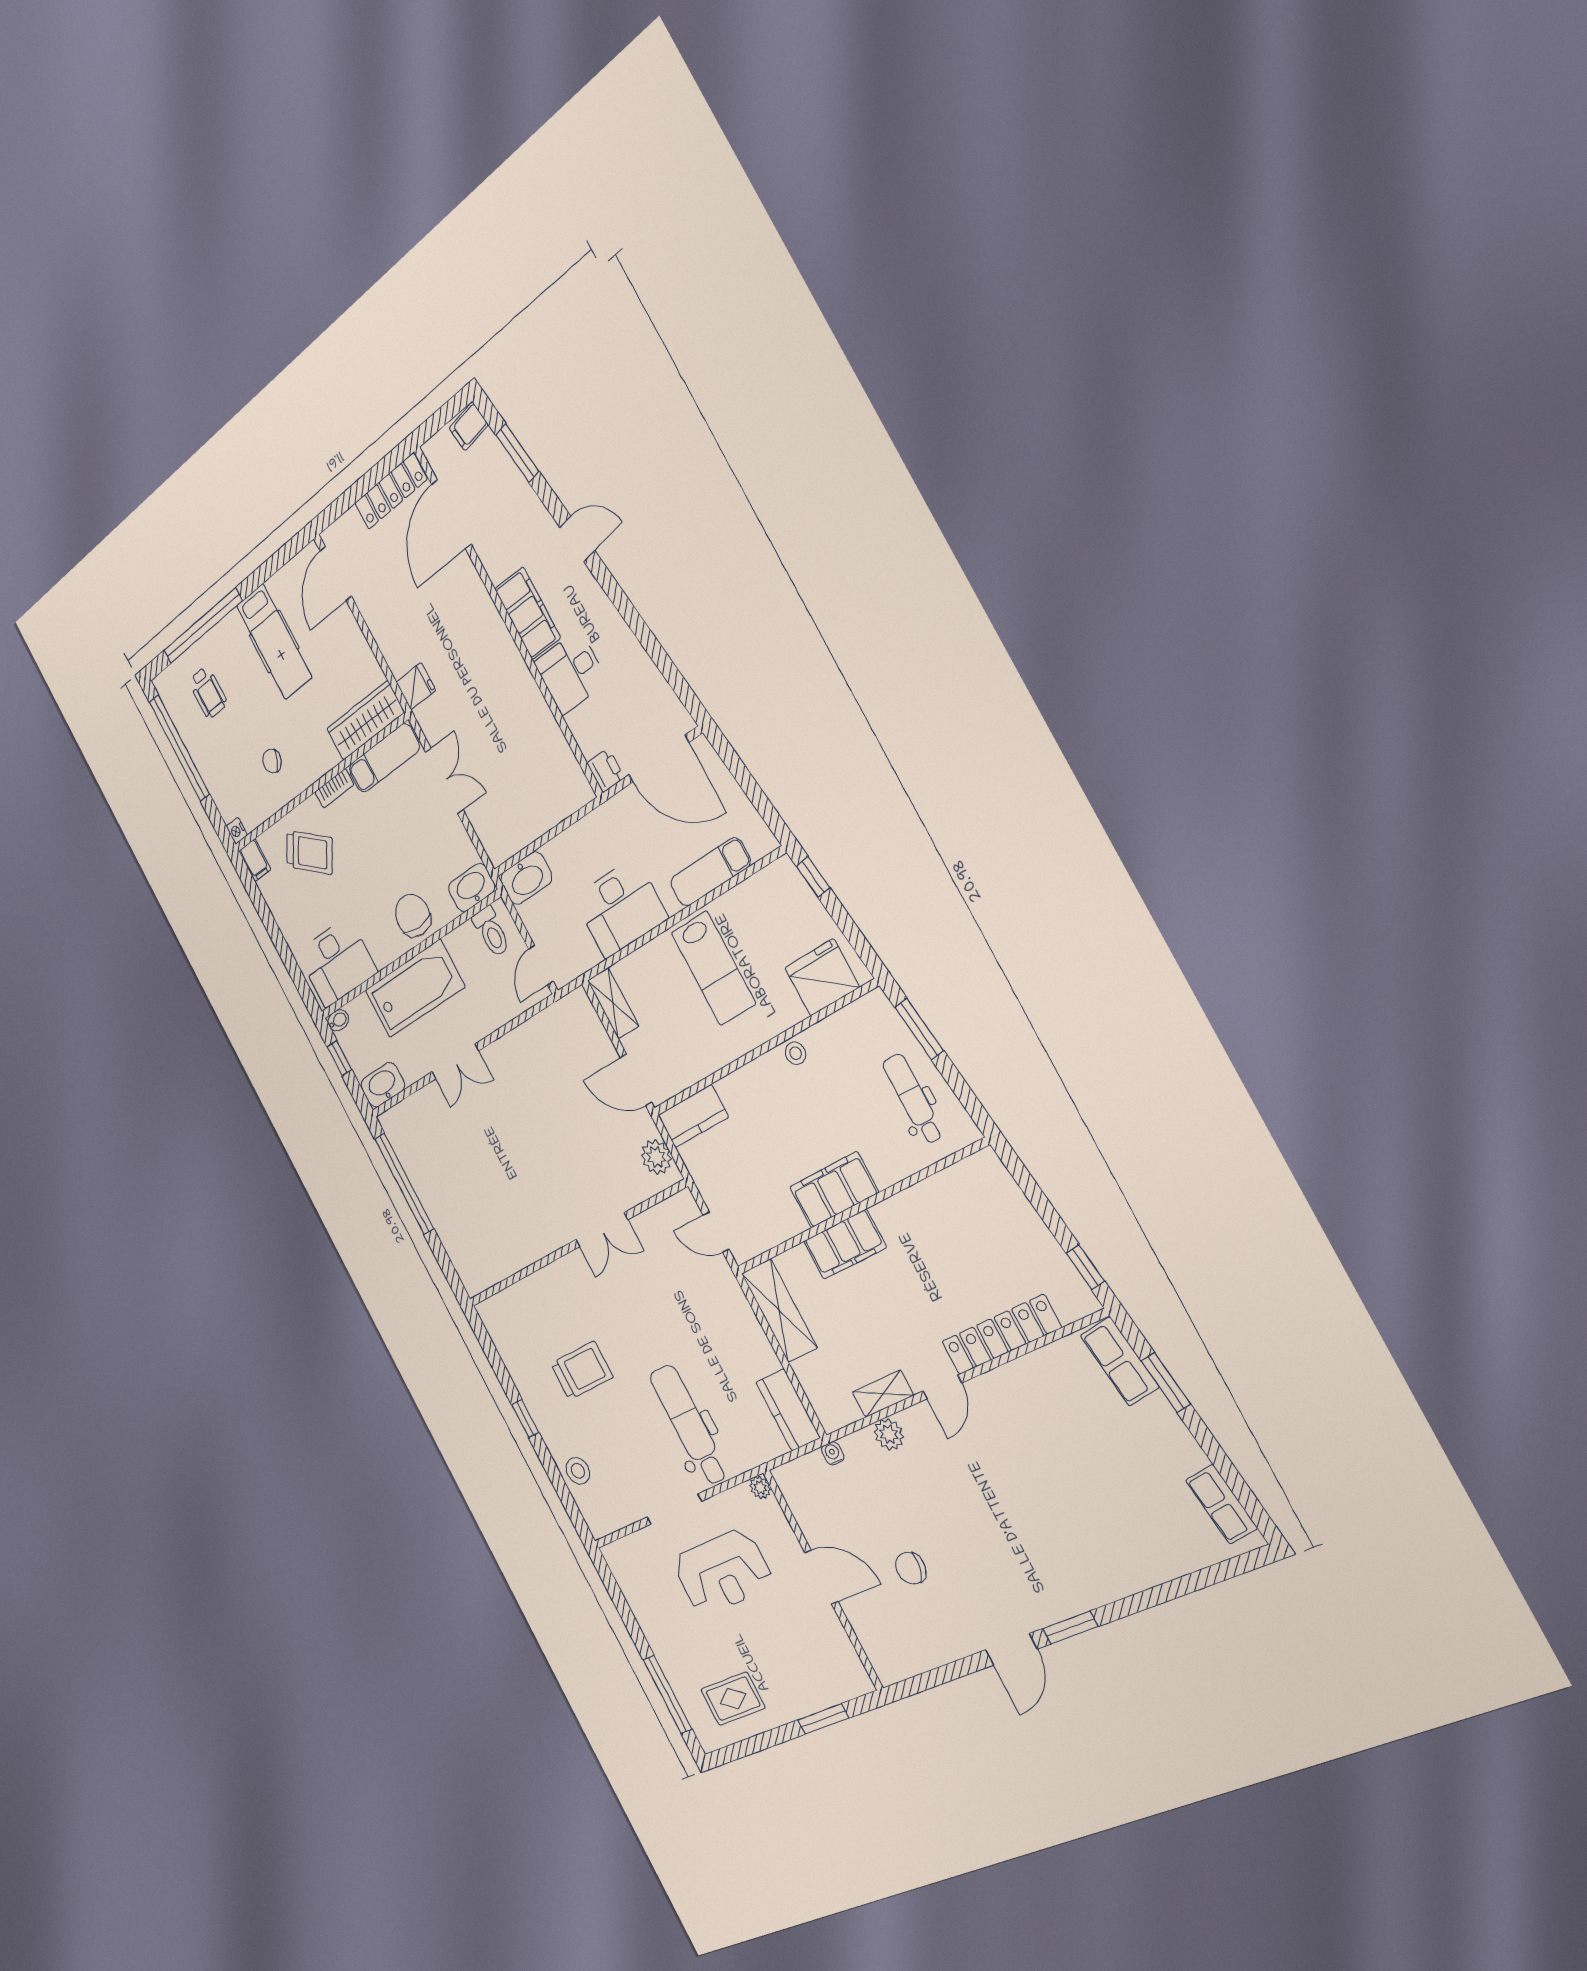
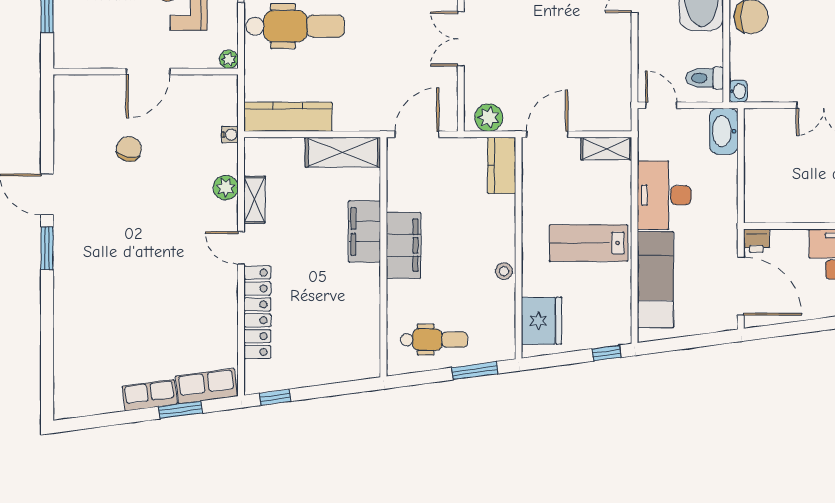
door: (659, 759) -> (741, 286), swing flipped
exam couch: (710, 872) -> (655, 279), width x1.36, depth x1.45
washbasin: (472, 888) -> (738, 91), width x0.52, depth x0.69
door: (716, 1232) -> (417, 134), width x1.38
kitchen counter: (788, 1410) -> (288, 117), width x1.50
row of seats: (1221, 1504) -> (150, 395), moved

